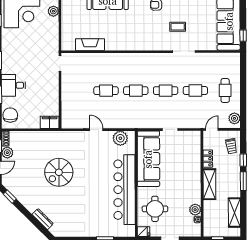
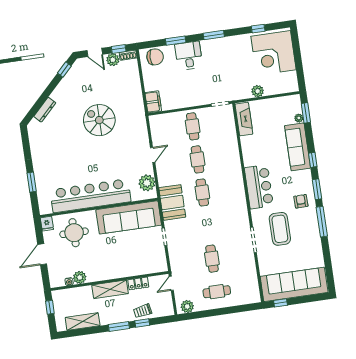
plant: (53, 11) -> (258, 91), moved
coffee table: (178, 27) -> (280, 229), width x1.86, depth x1.72
bar counter: (138, 40) -> (259, 187), added
fireplace: (90, 45) -> (244, 119), moved
cafe table: (166, 91) -> (193, 126), moved
booth: (141, 118) -> (172, 202), added
door: (212, 129) -> (171, 283), swing flipped
trolley: (231, 146) -> (143, 311), moved

